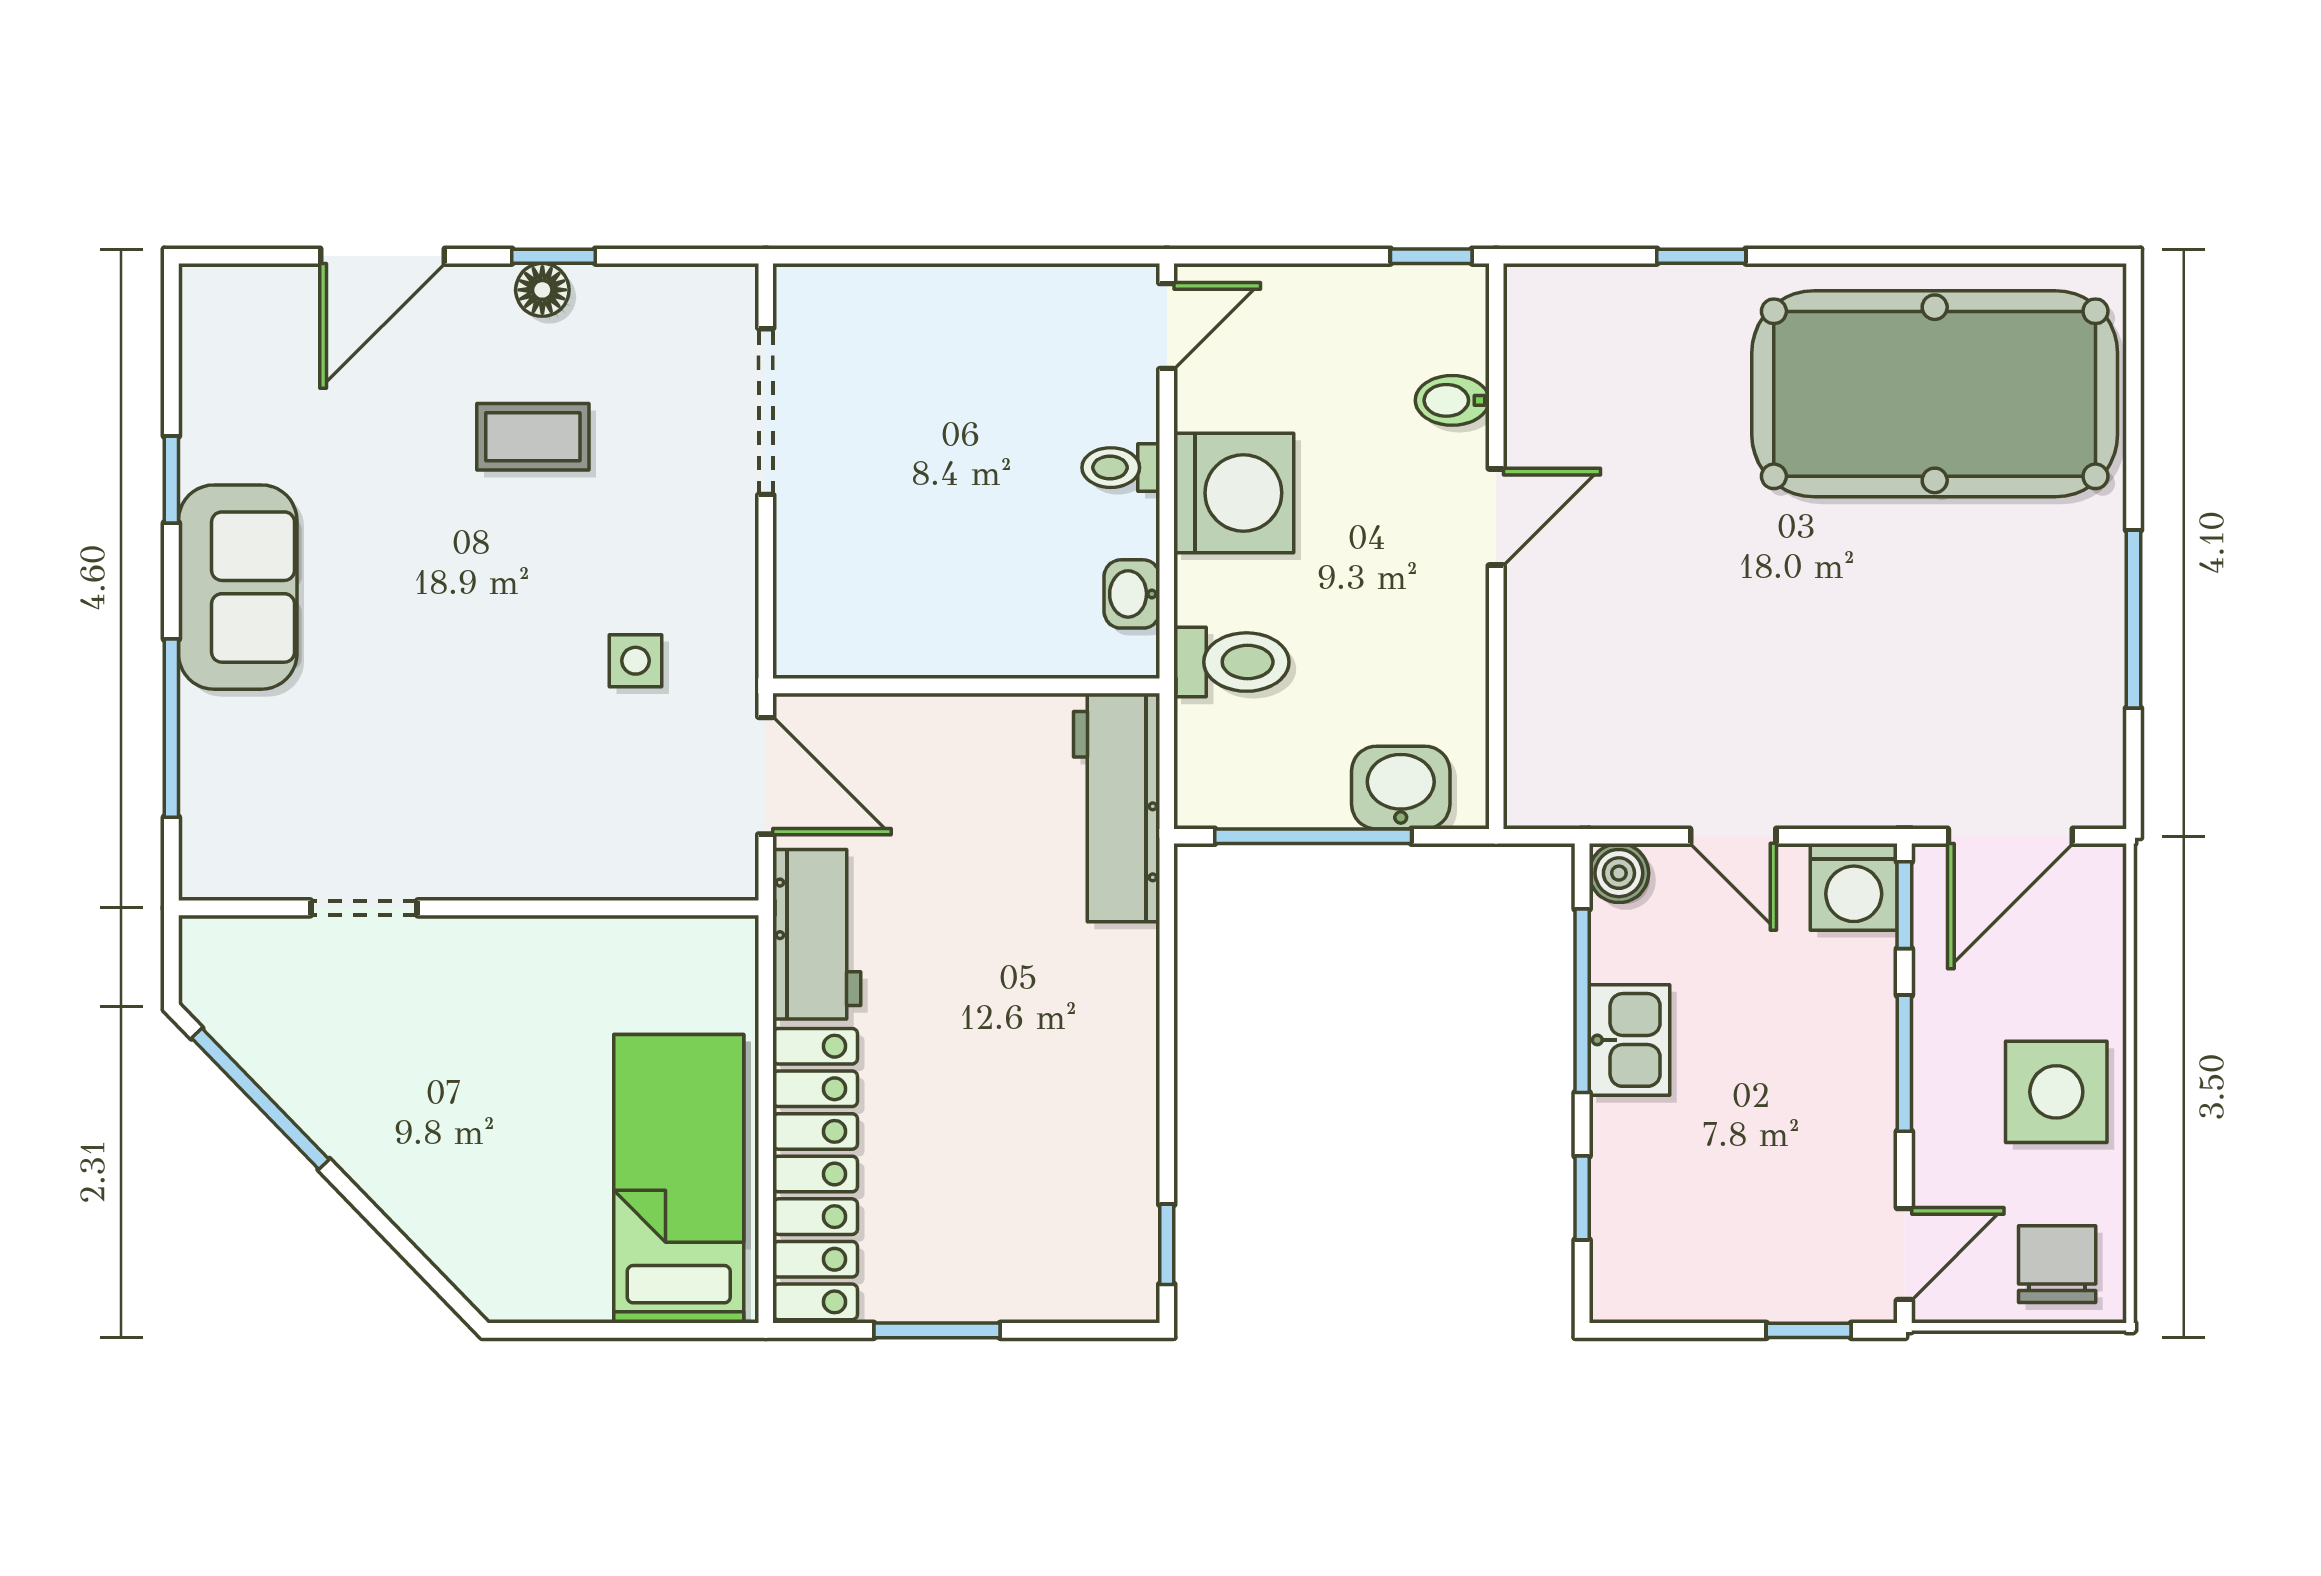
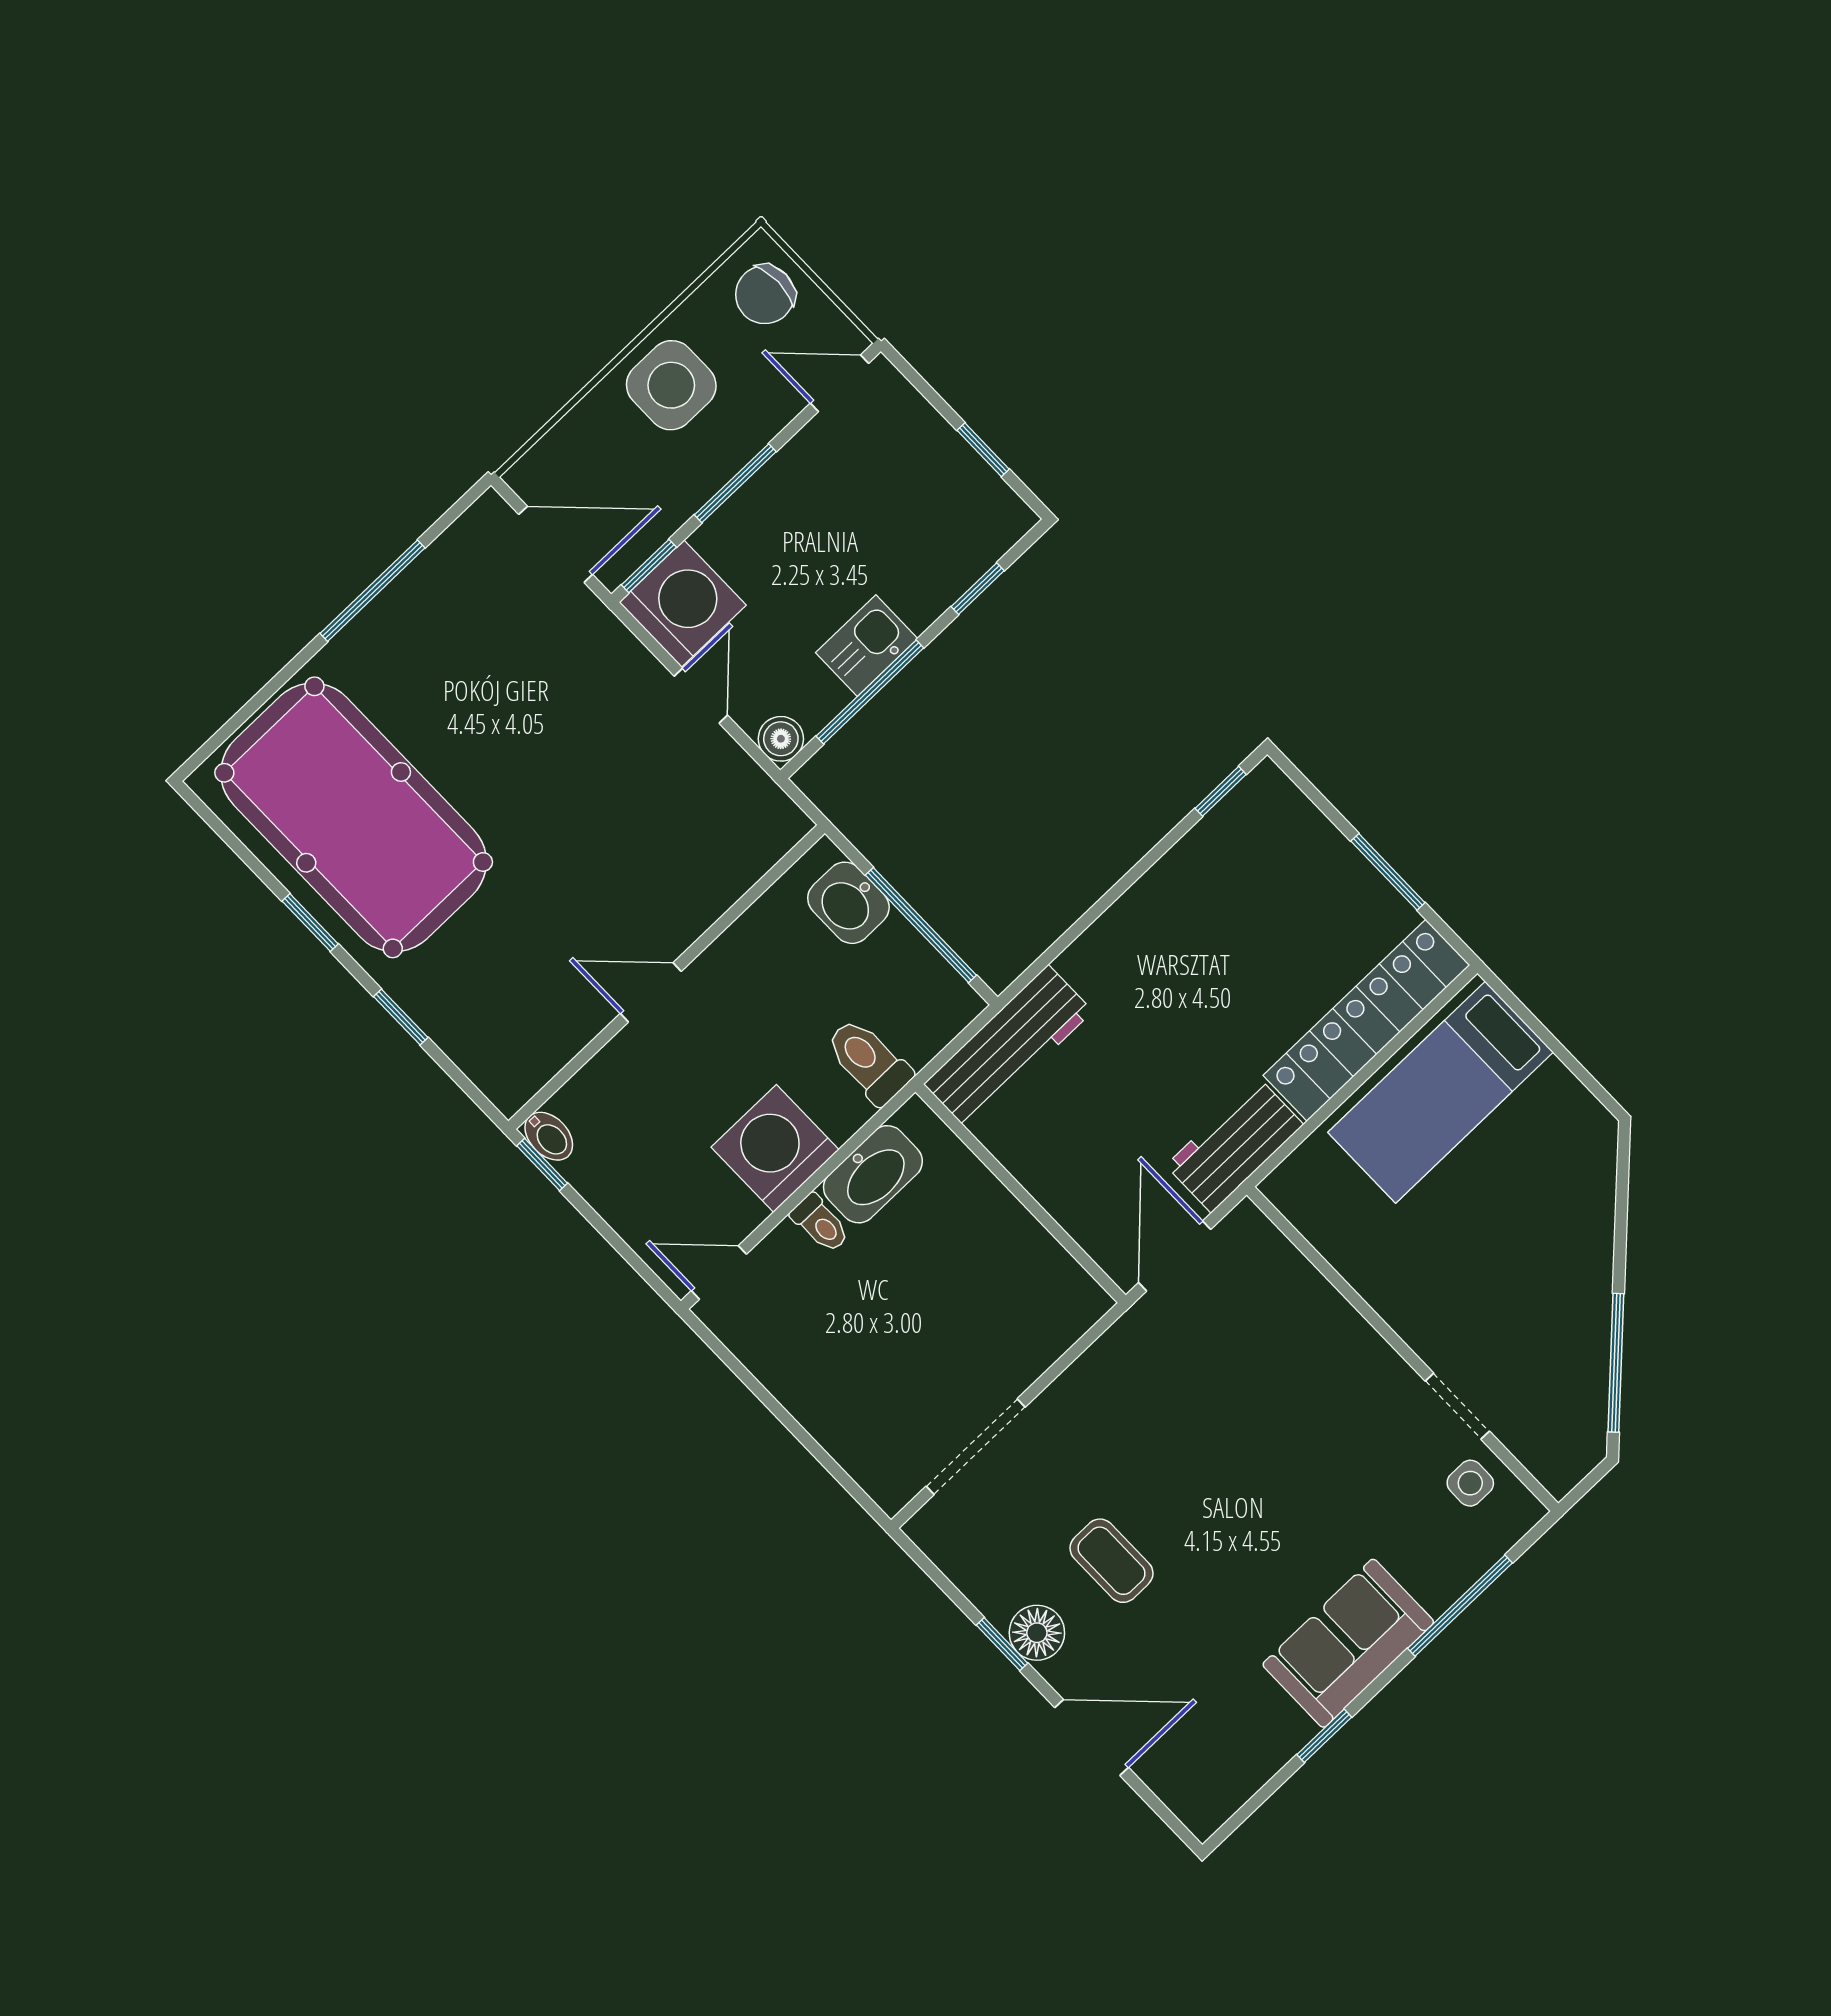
window: (1874, 256) -> (310, 923), added
floor lamp: (542, 290) -> (1037, 1633), width x1.37, depth x1.37
bidet: (1452, 400) -> (549, 1136), moved
washbasin: (1132, 594) -> (873, 1174), width x1.91, depth x1.45
side table: (636, 661) -> (1470, 1483), moved
washing machine: (1854, 887) -> (683, 604), width x1.37, depth x1.37
window: (1809, 1330) -> (983, 450), moved

